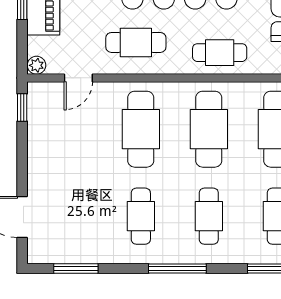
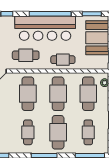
cafe table: (209, 216) -> (58, 132), width x1.37, depth x1.35

